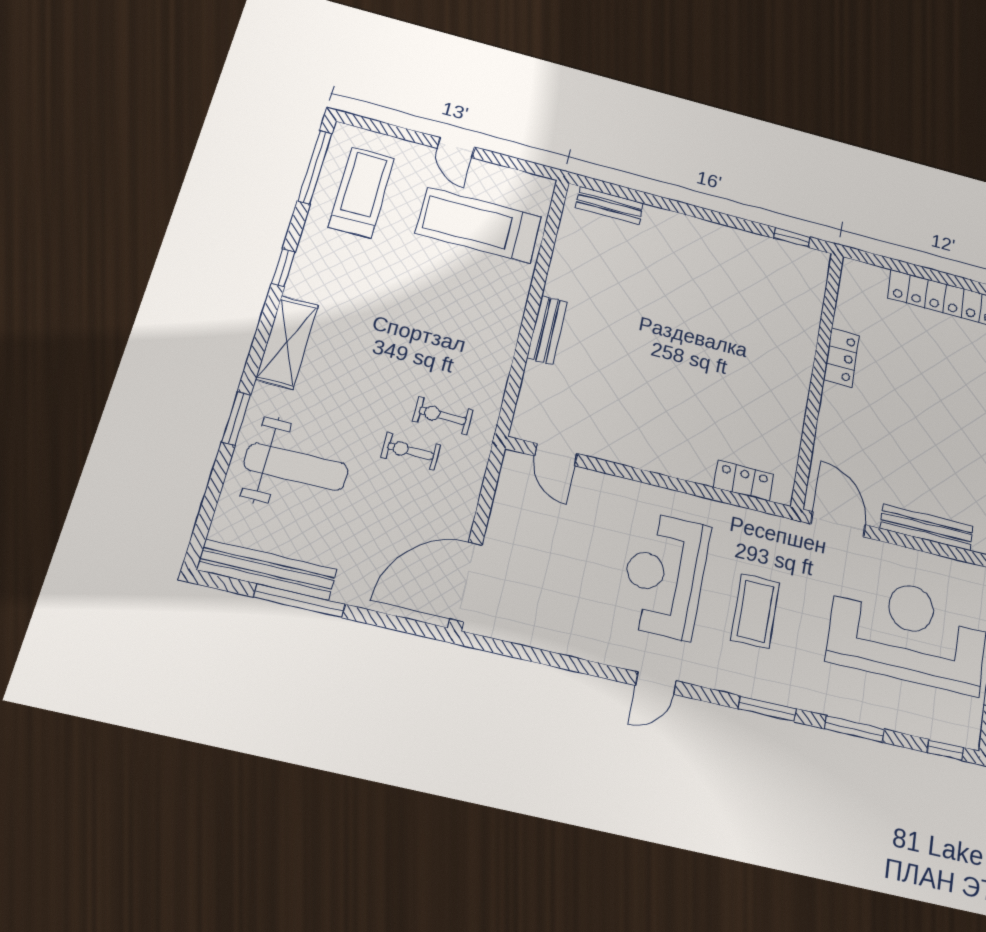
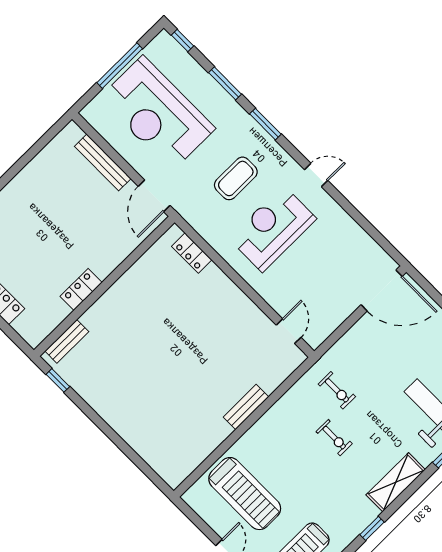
bench: (610, 205) -> (67, 341), moved, turned 90
exercise bike: (411, 451) -> (334, 438), moved
reception desk: (665, 575) -> (273, 229), turned 180

